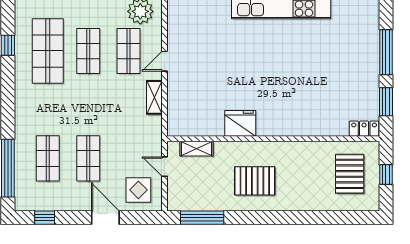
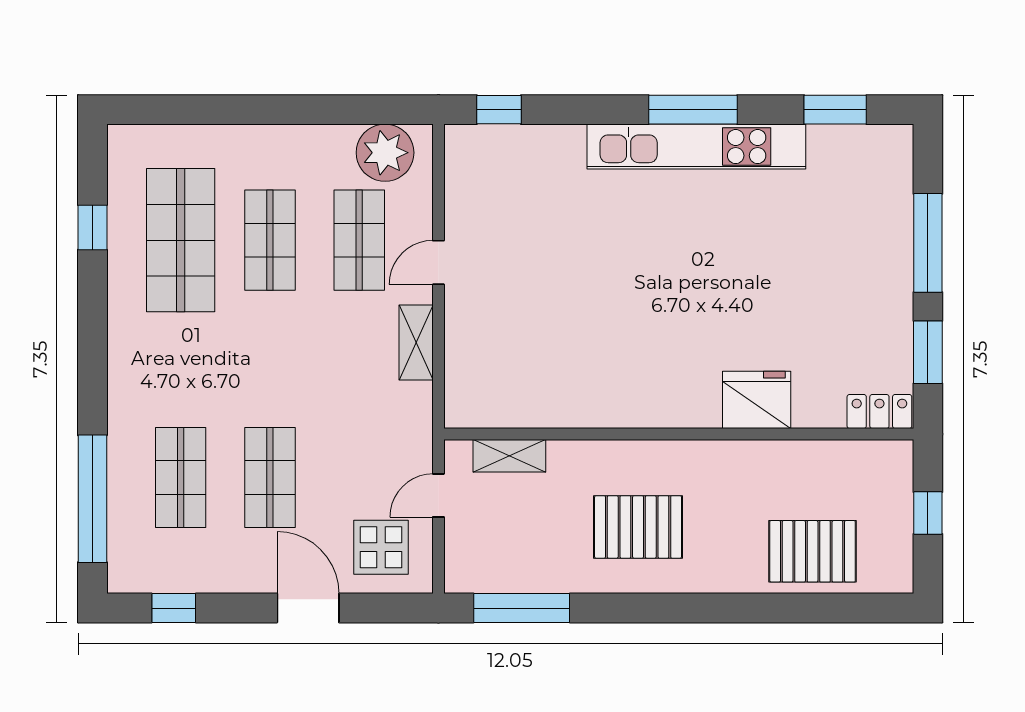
fridge: (240, 123) -> (757, 400), moved
door: (164, 167) -> (438, 495), hinge flipped
pallet: (350, 174) -> (813, 551), moved, turned 90

